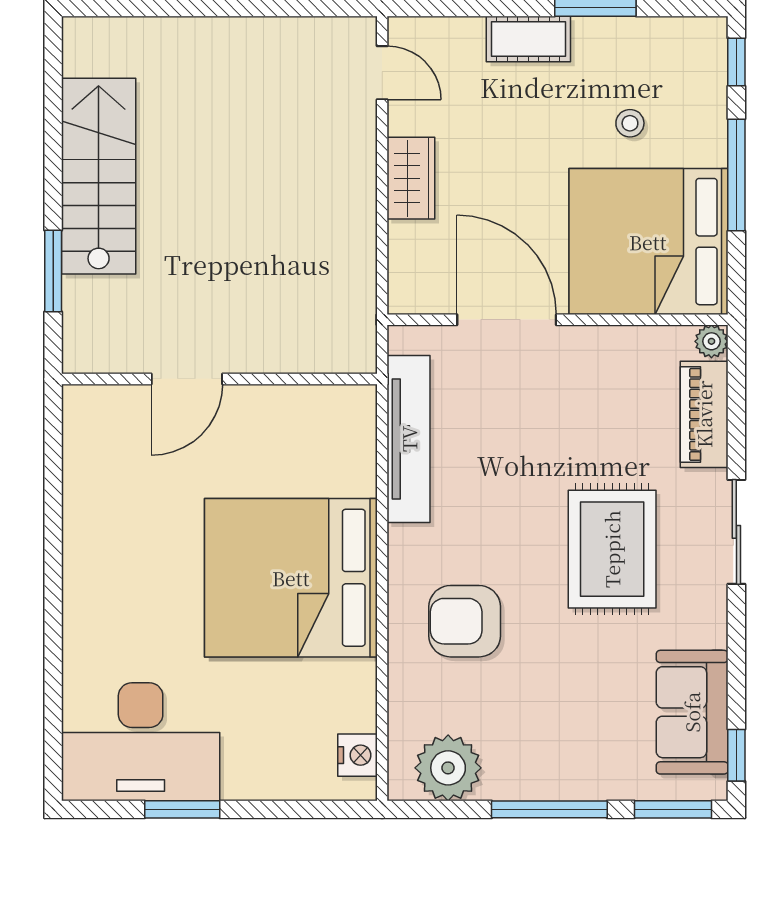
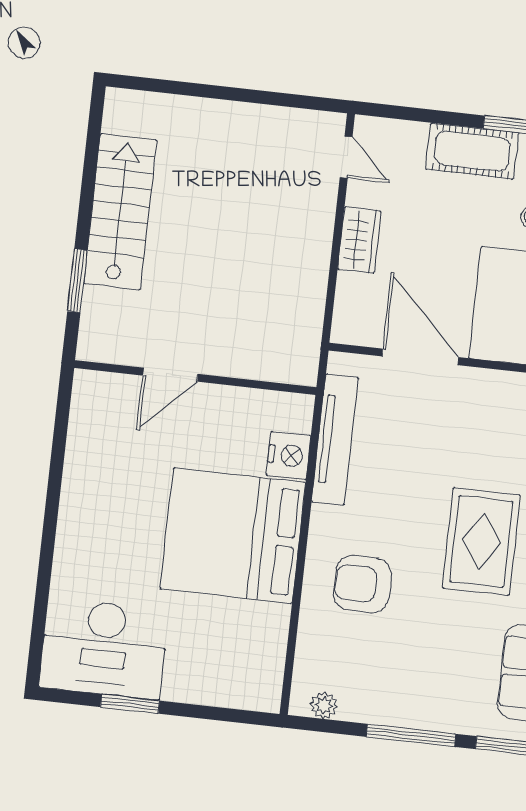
cot: (528, 39) -> (472, 151), width x1.37, depth x1.34
nightstand: (357, 755) -> (289, 455), moved, width x1.36, depth x1.33
plant: (448, 768) -> (324, 705), width x0.53, depth x0.53

